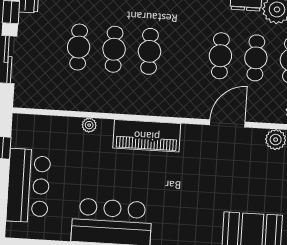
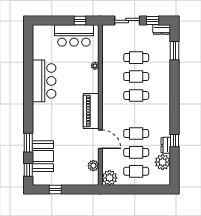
piano: (147, 136) -> (91, 111), moved
bar counter: (28, 186) -> (74, 35), moved

